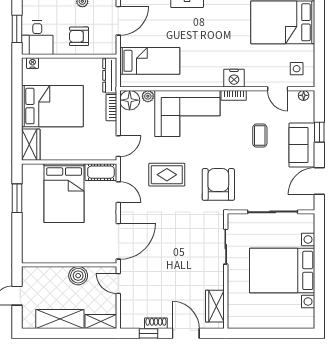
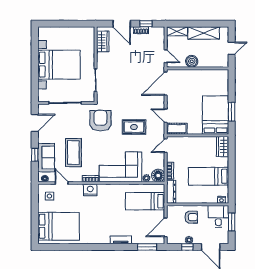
bed: (52, 106) -> (209, 176), width x0.67
coffee table: (260, 136) -> (73, 153), width x1.86, depth x1.72
sofa: (302, 145) -> (46, 158), moved
armchair: (218, 184) -> (100, 121), turned 180
bed: (64, 193) -> (216, 115), moved

